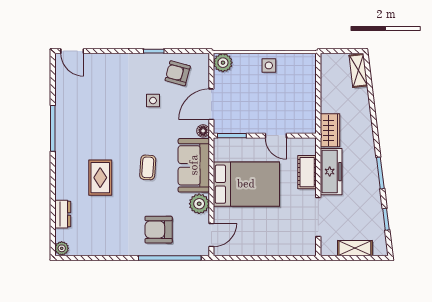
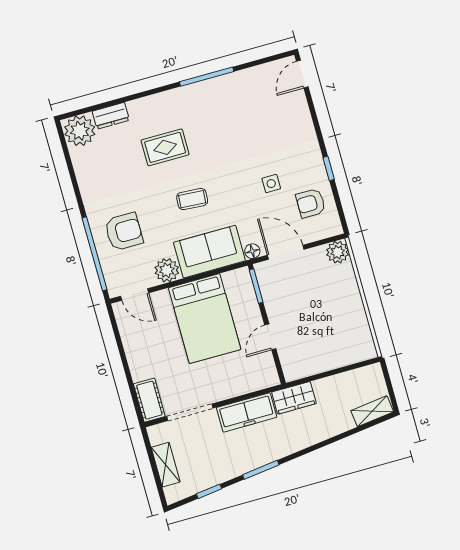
side table: (269, 65) -> (349, 306), removed
armchair: (178, 73) -> (311, 203), turned -105
cot: (307, 172) -> (149, 400), moved, turned 90
armchair: (159, 230) -> (124, 232), turned 90
plant: (62, 248) -> (80, 131), width x1.87, depth x1.87

